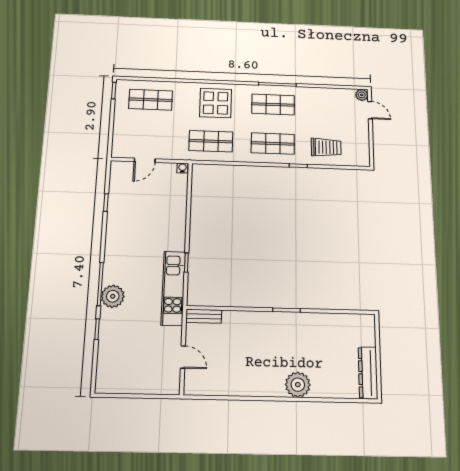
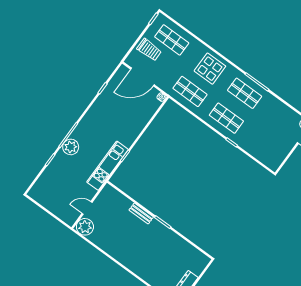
trolley: (326, 147) -> (149, 50), moved
door: (145, 160) -> (142, 77), width x1.87
bench: (204, 316) -> (141, 213), moved
door: (183, 357) -> (87, 208), swing flipped
plant: (298, 385) -> (85, 227), moved

